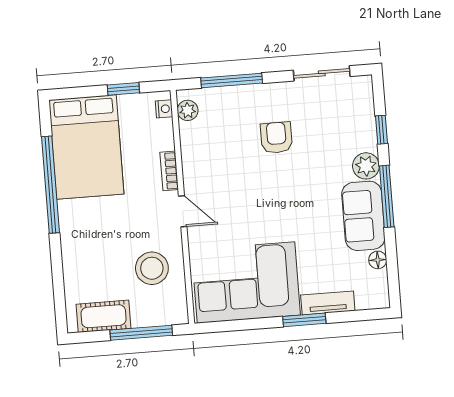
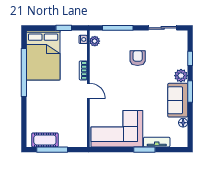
window: (387, 196) -> (190, 91), width x0.69
stool: (152, 268) -> (71, 118), removed
window: (141, 333) -> (52, 150), moved

